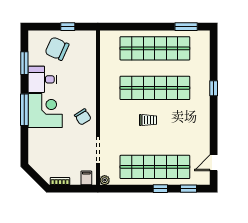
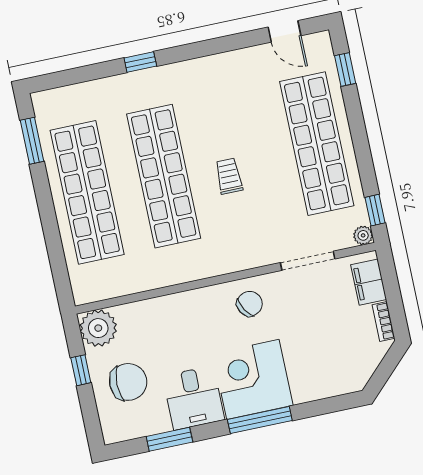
plant: (87, 40) -> (98, 328), added
chair: (57, 49) -> (128, 382), turned -114
filing cabinet: (86, 178) -> (369, 282), width x2.00
window: (160, 189) -> (375, 210), moved

